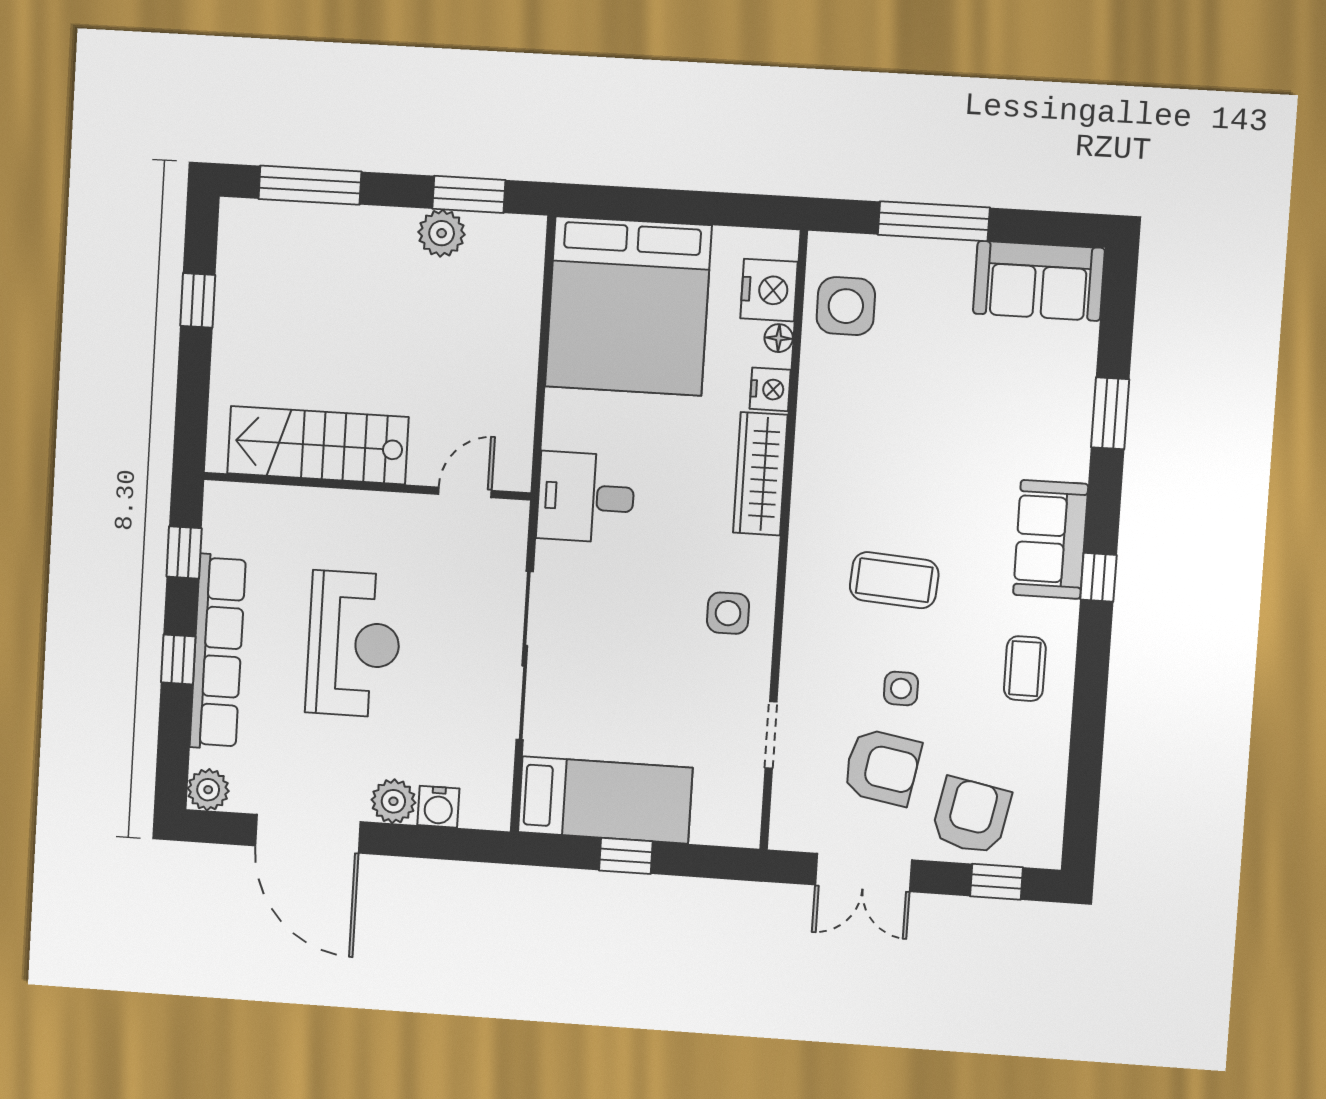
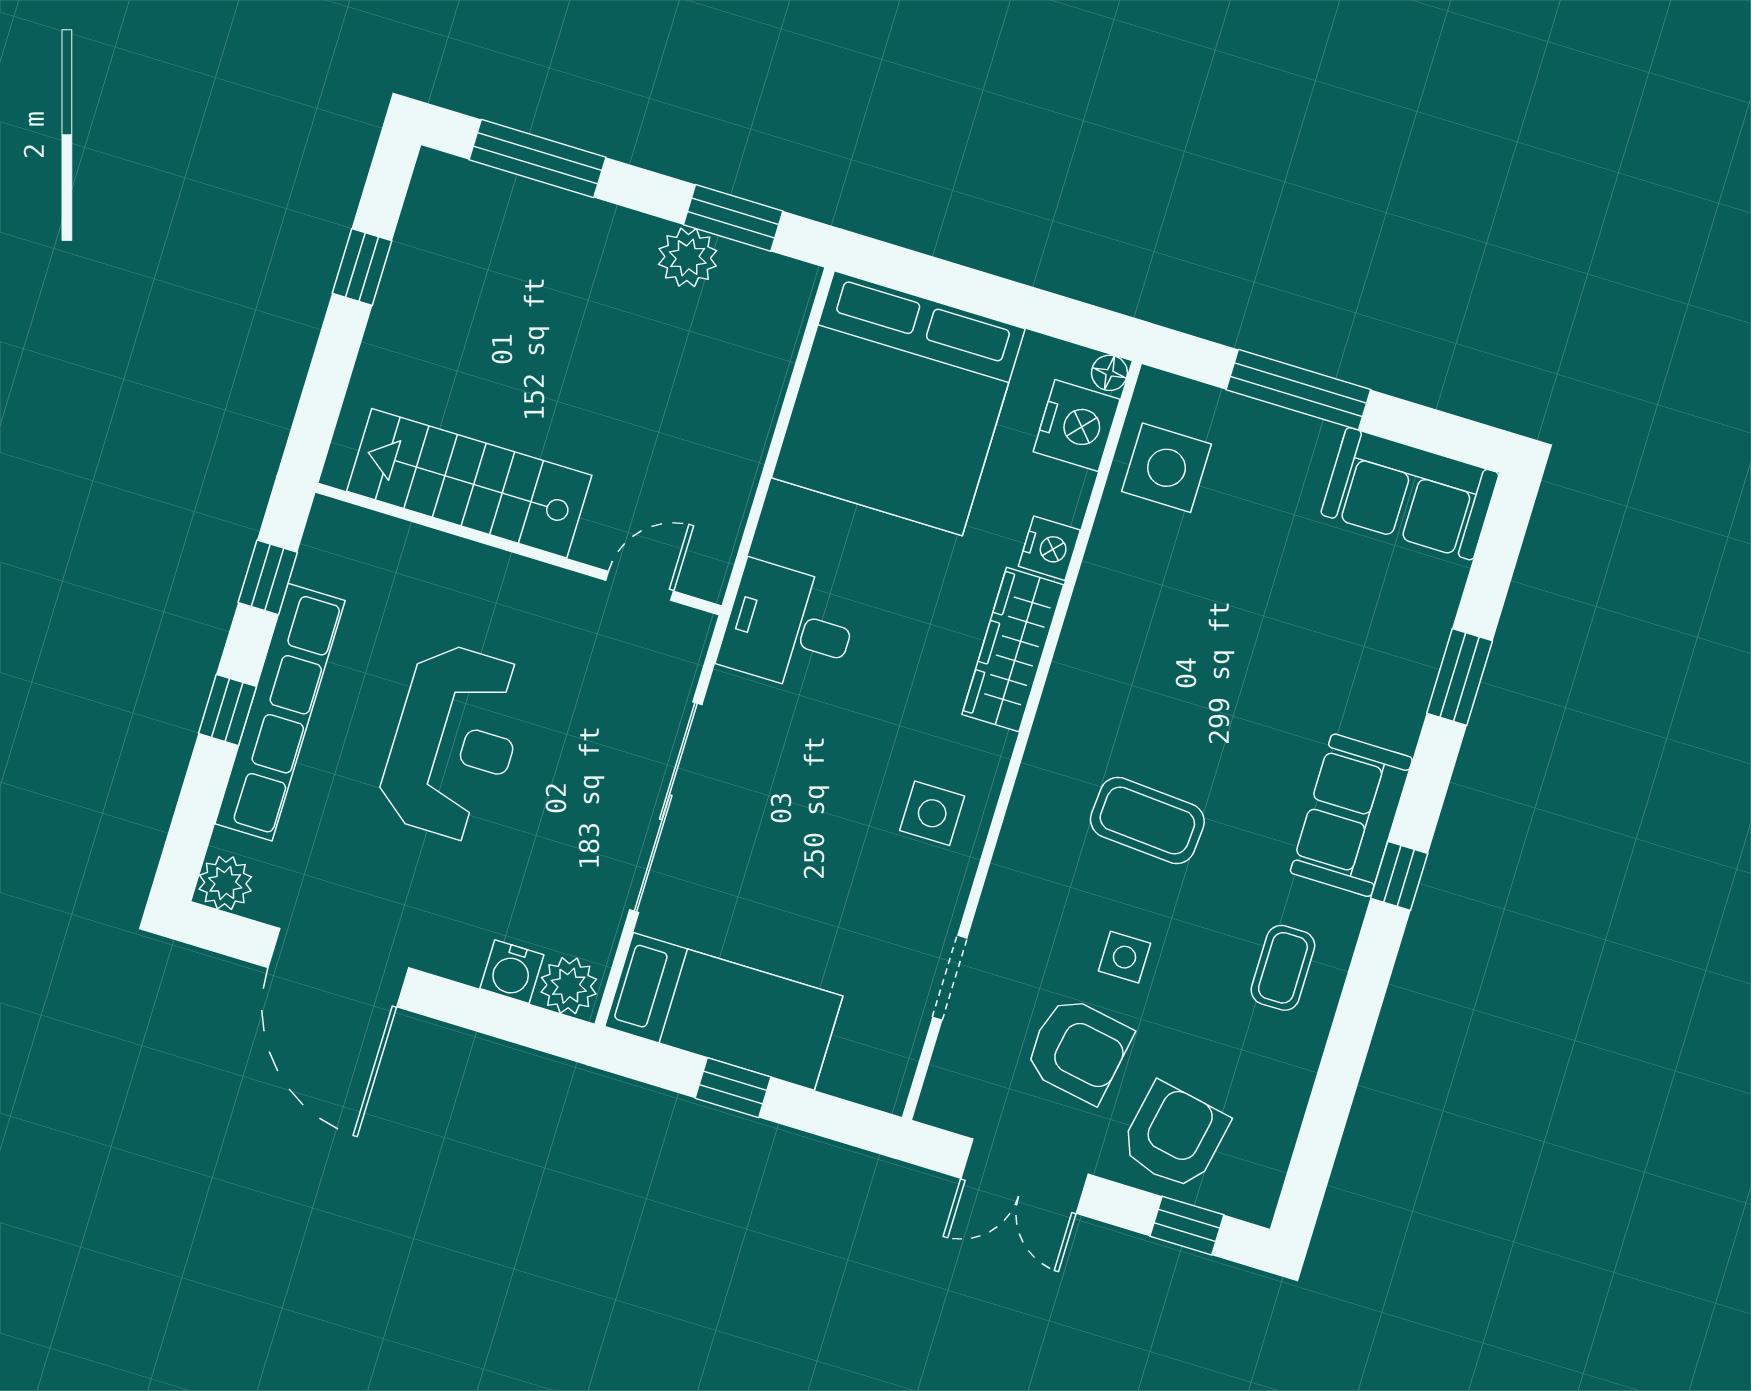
floor lamp: (779, 338) -> (1109, 373), moved
plant: (393, 801) -> (569, 986), moved

